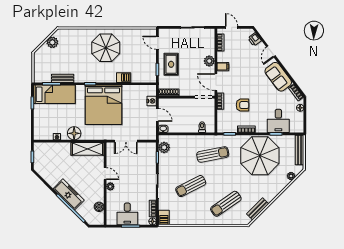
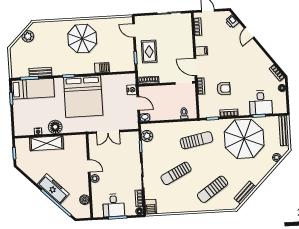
plant: (209, 61) -> (187, 46), removed
sofa: (278, 77) -> (258, 58), removed
shelving: (87, 149) -> (47, 143), moved

